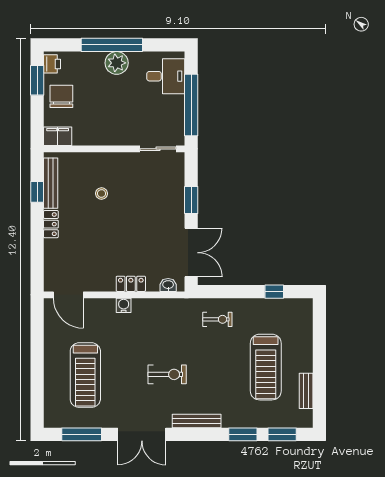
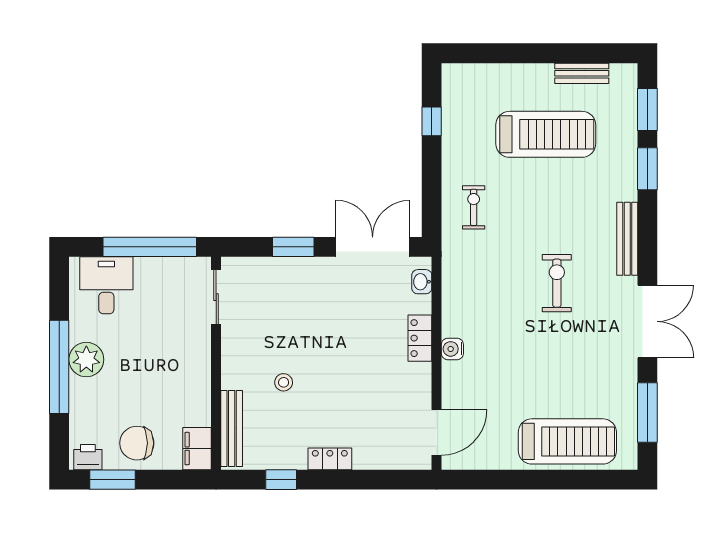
bench: (51, 183) -> (232, 429), moved, turned 90
treadmill: (85, 375) -> (567, 441), moved

